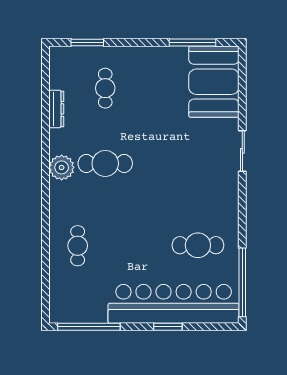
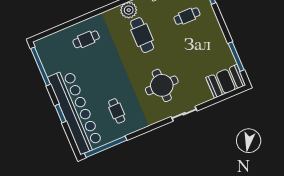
booth: (214, 82) -> (226, 81), width x0.73, depth x0.70
round table: (189, 166) -> (162, 85), added
cafe table: (198, 245) -> (117, 111), width x0.73, depth x0.74

